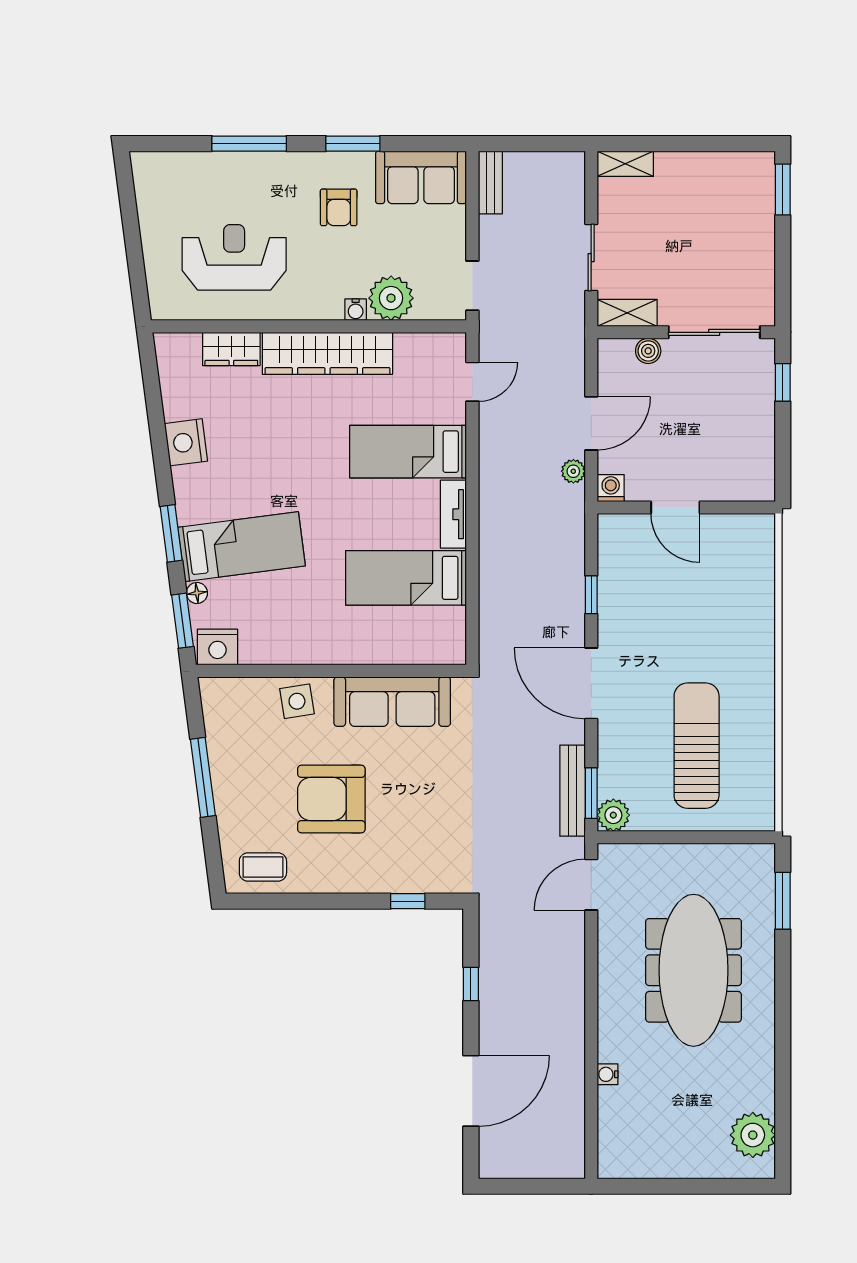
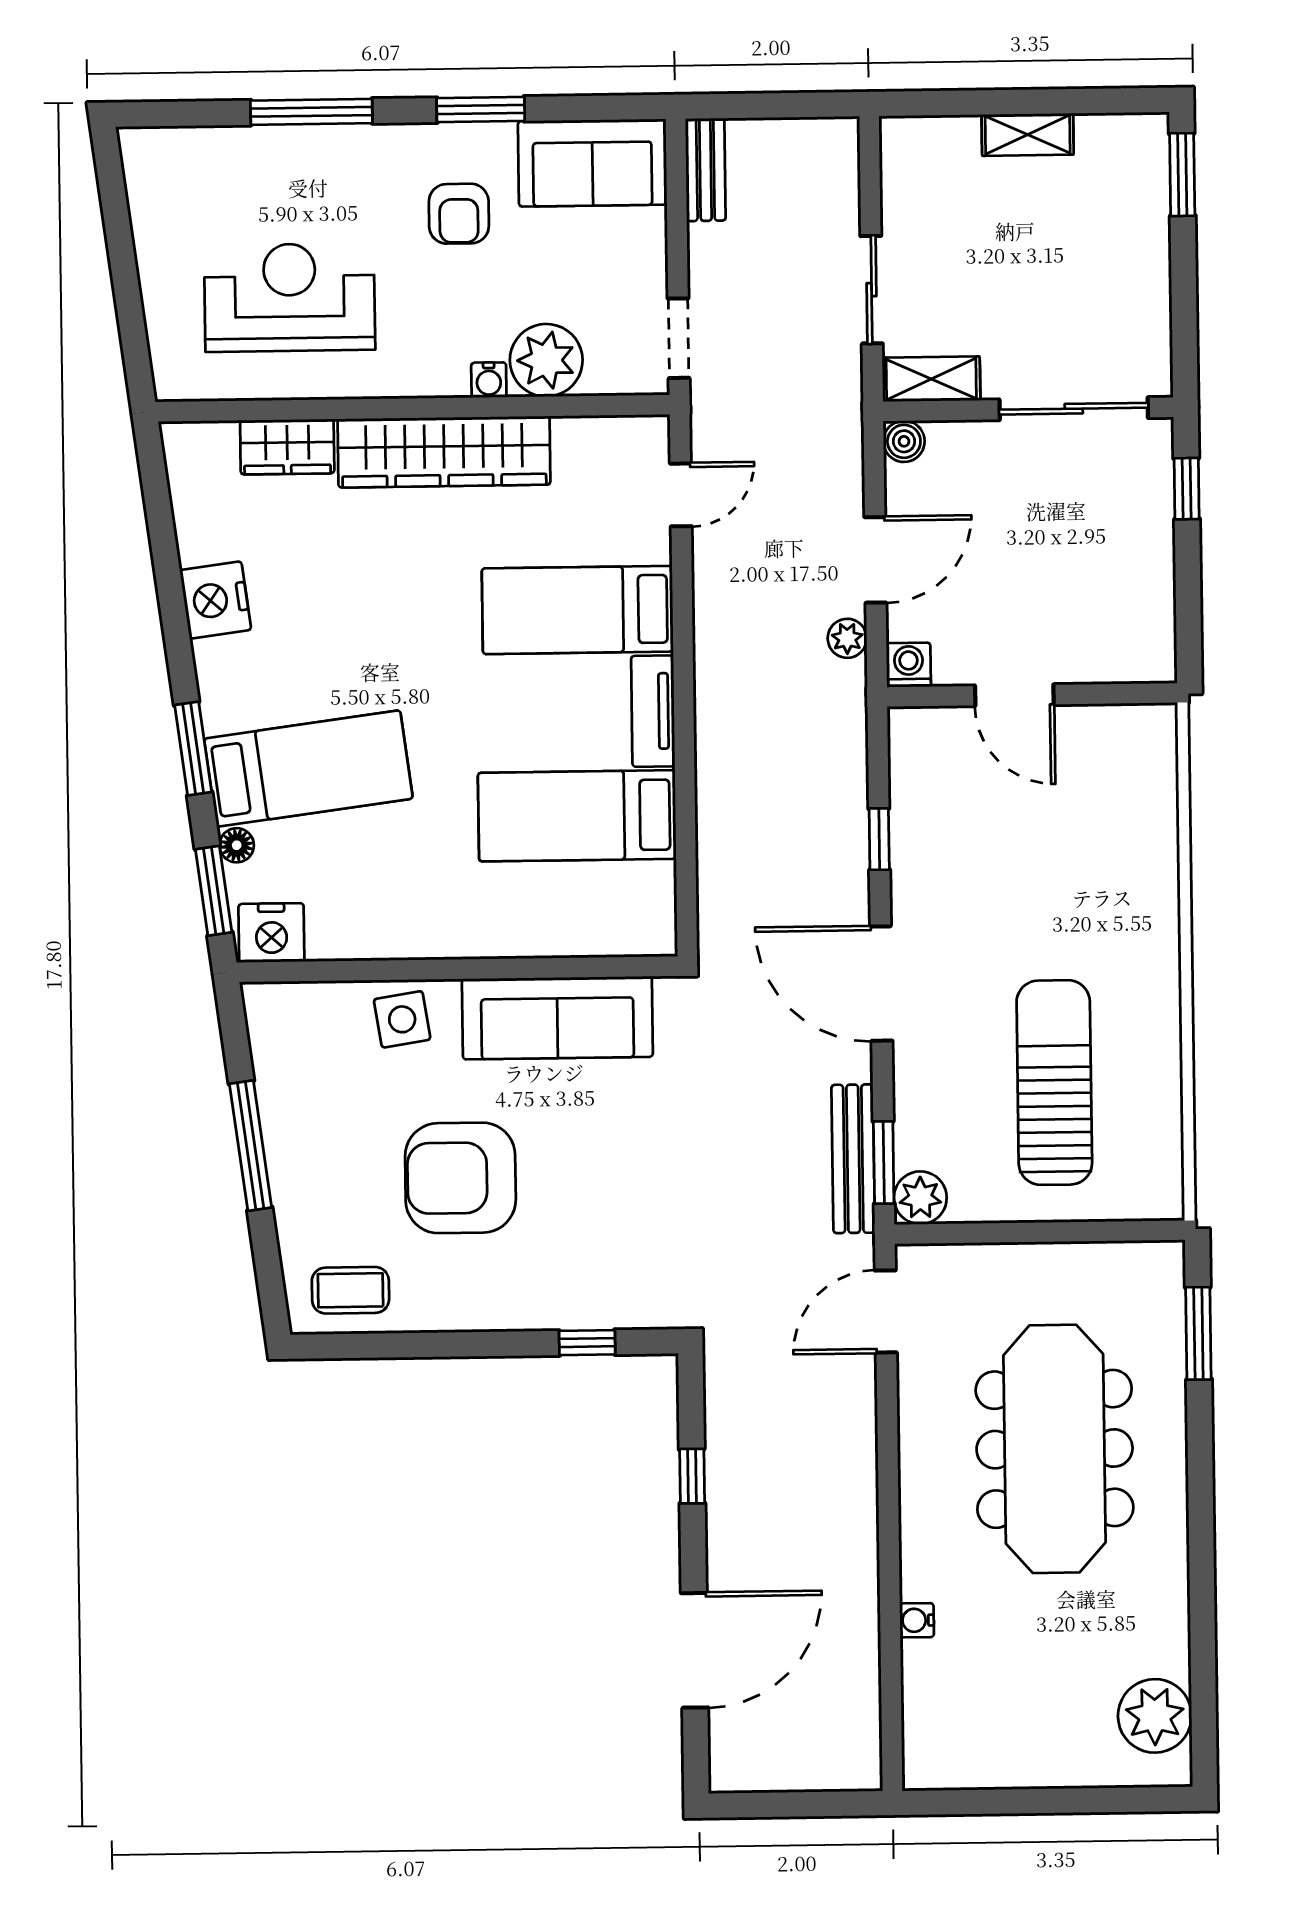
shelving: (625, 164) -> (1028, 135), moved
boiler: (648, 351) -> (904, 441), moved

